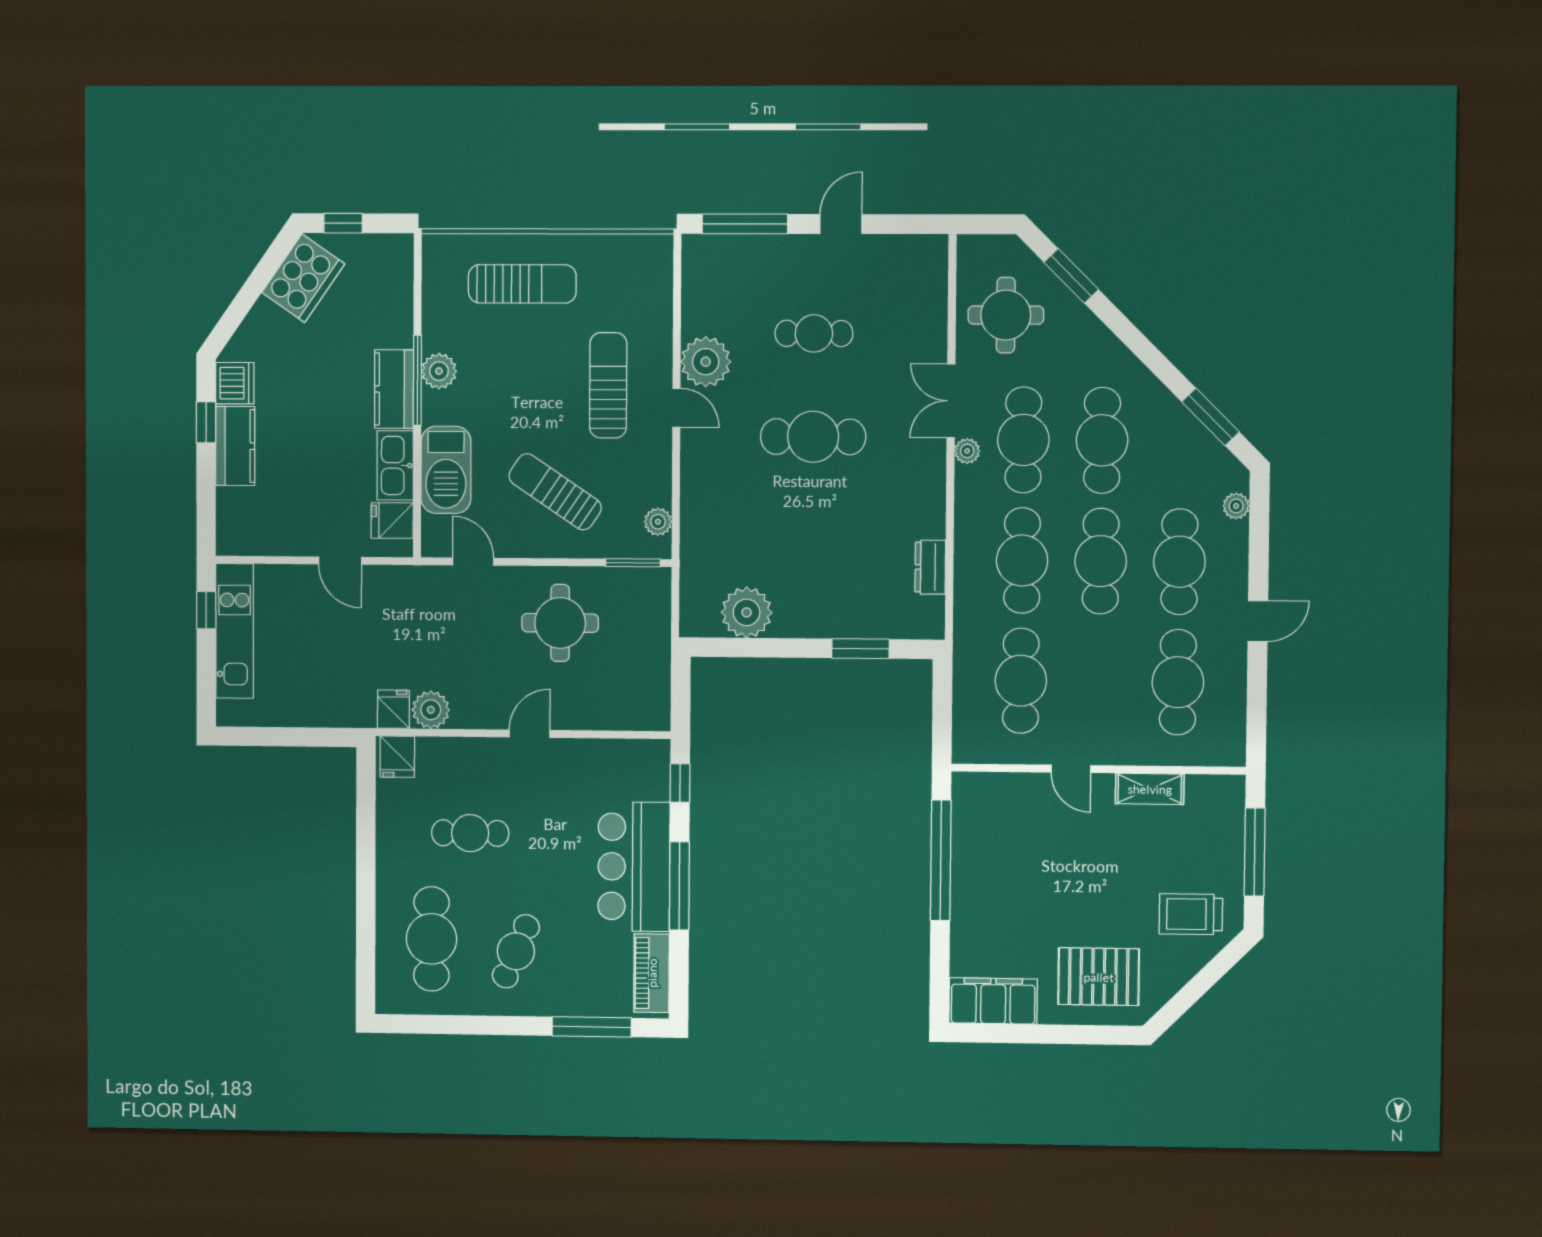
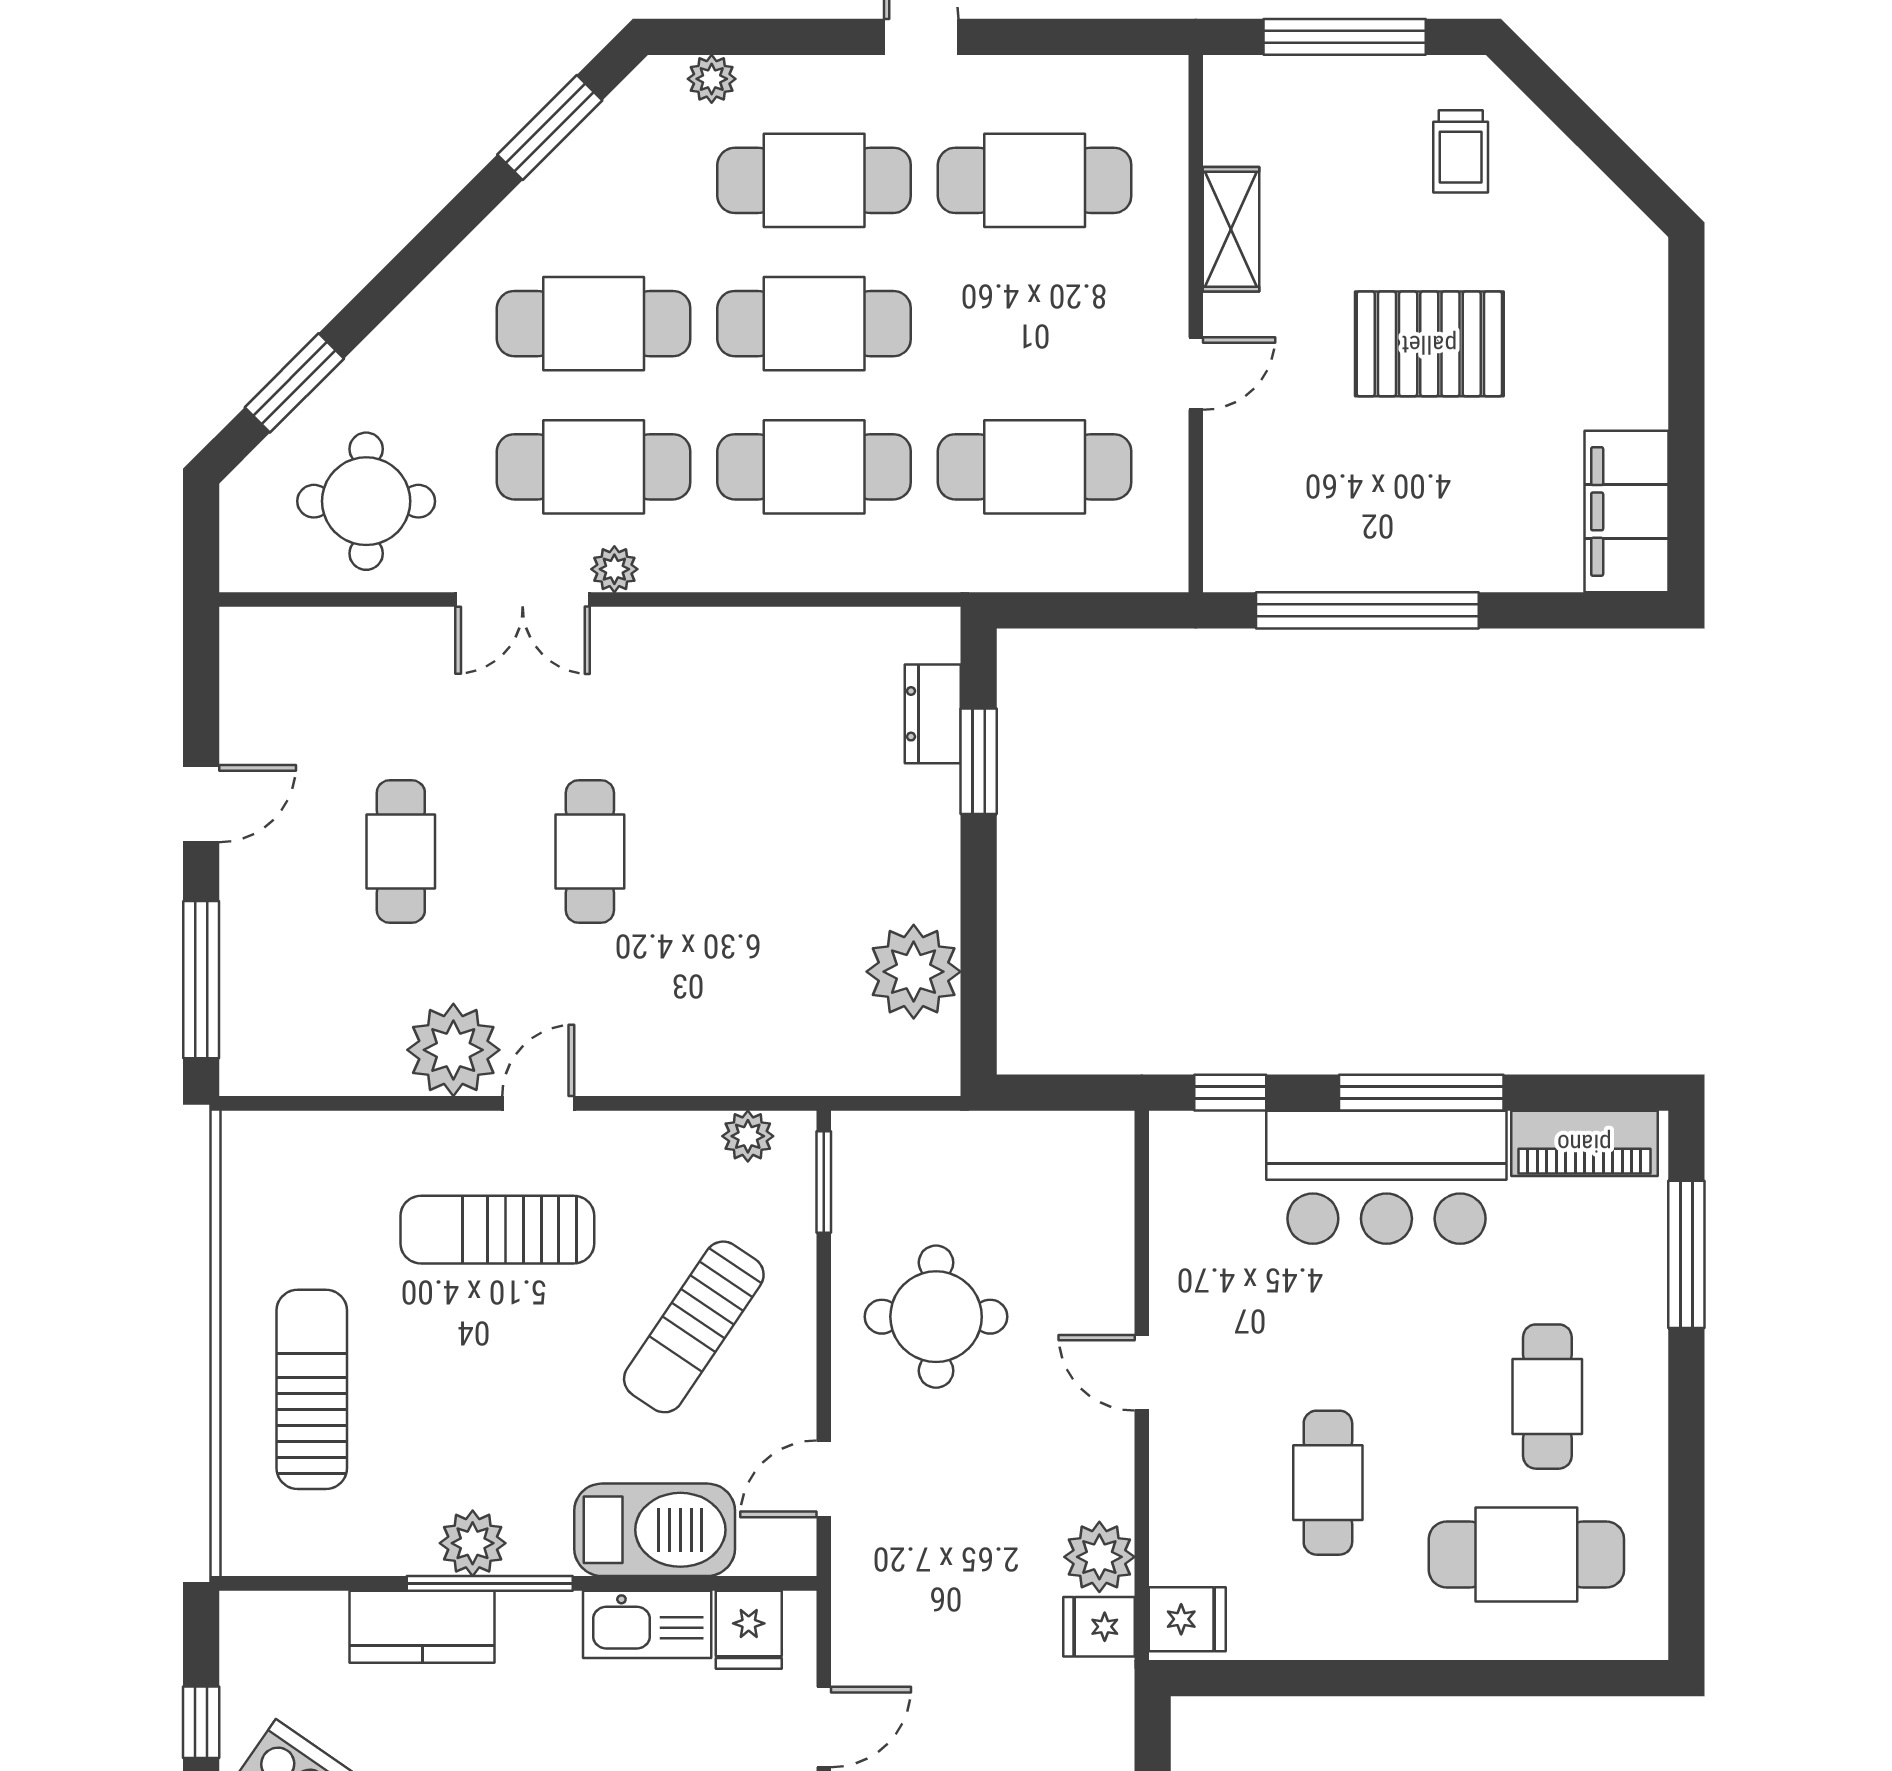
door: (841, 224) -> (201, 804), swing flipped
kitchen counter: (394, 389) -> (422, 1627), moved
cafe table: (813, 437) -> (590, 851), width x0.73, depth x0.74
dresser: (930, 567) -> (933, 714), moved, turned 90
trolley: (1191, 914) -> (1461, 151), width x0.73, depth x0.72
cafe table: (516, 951) -> (1547, 1397), turned 67
pallet: (1099, 977) -> (1429, 344), moved, turned 90

